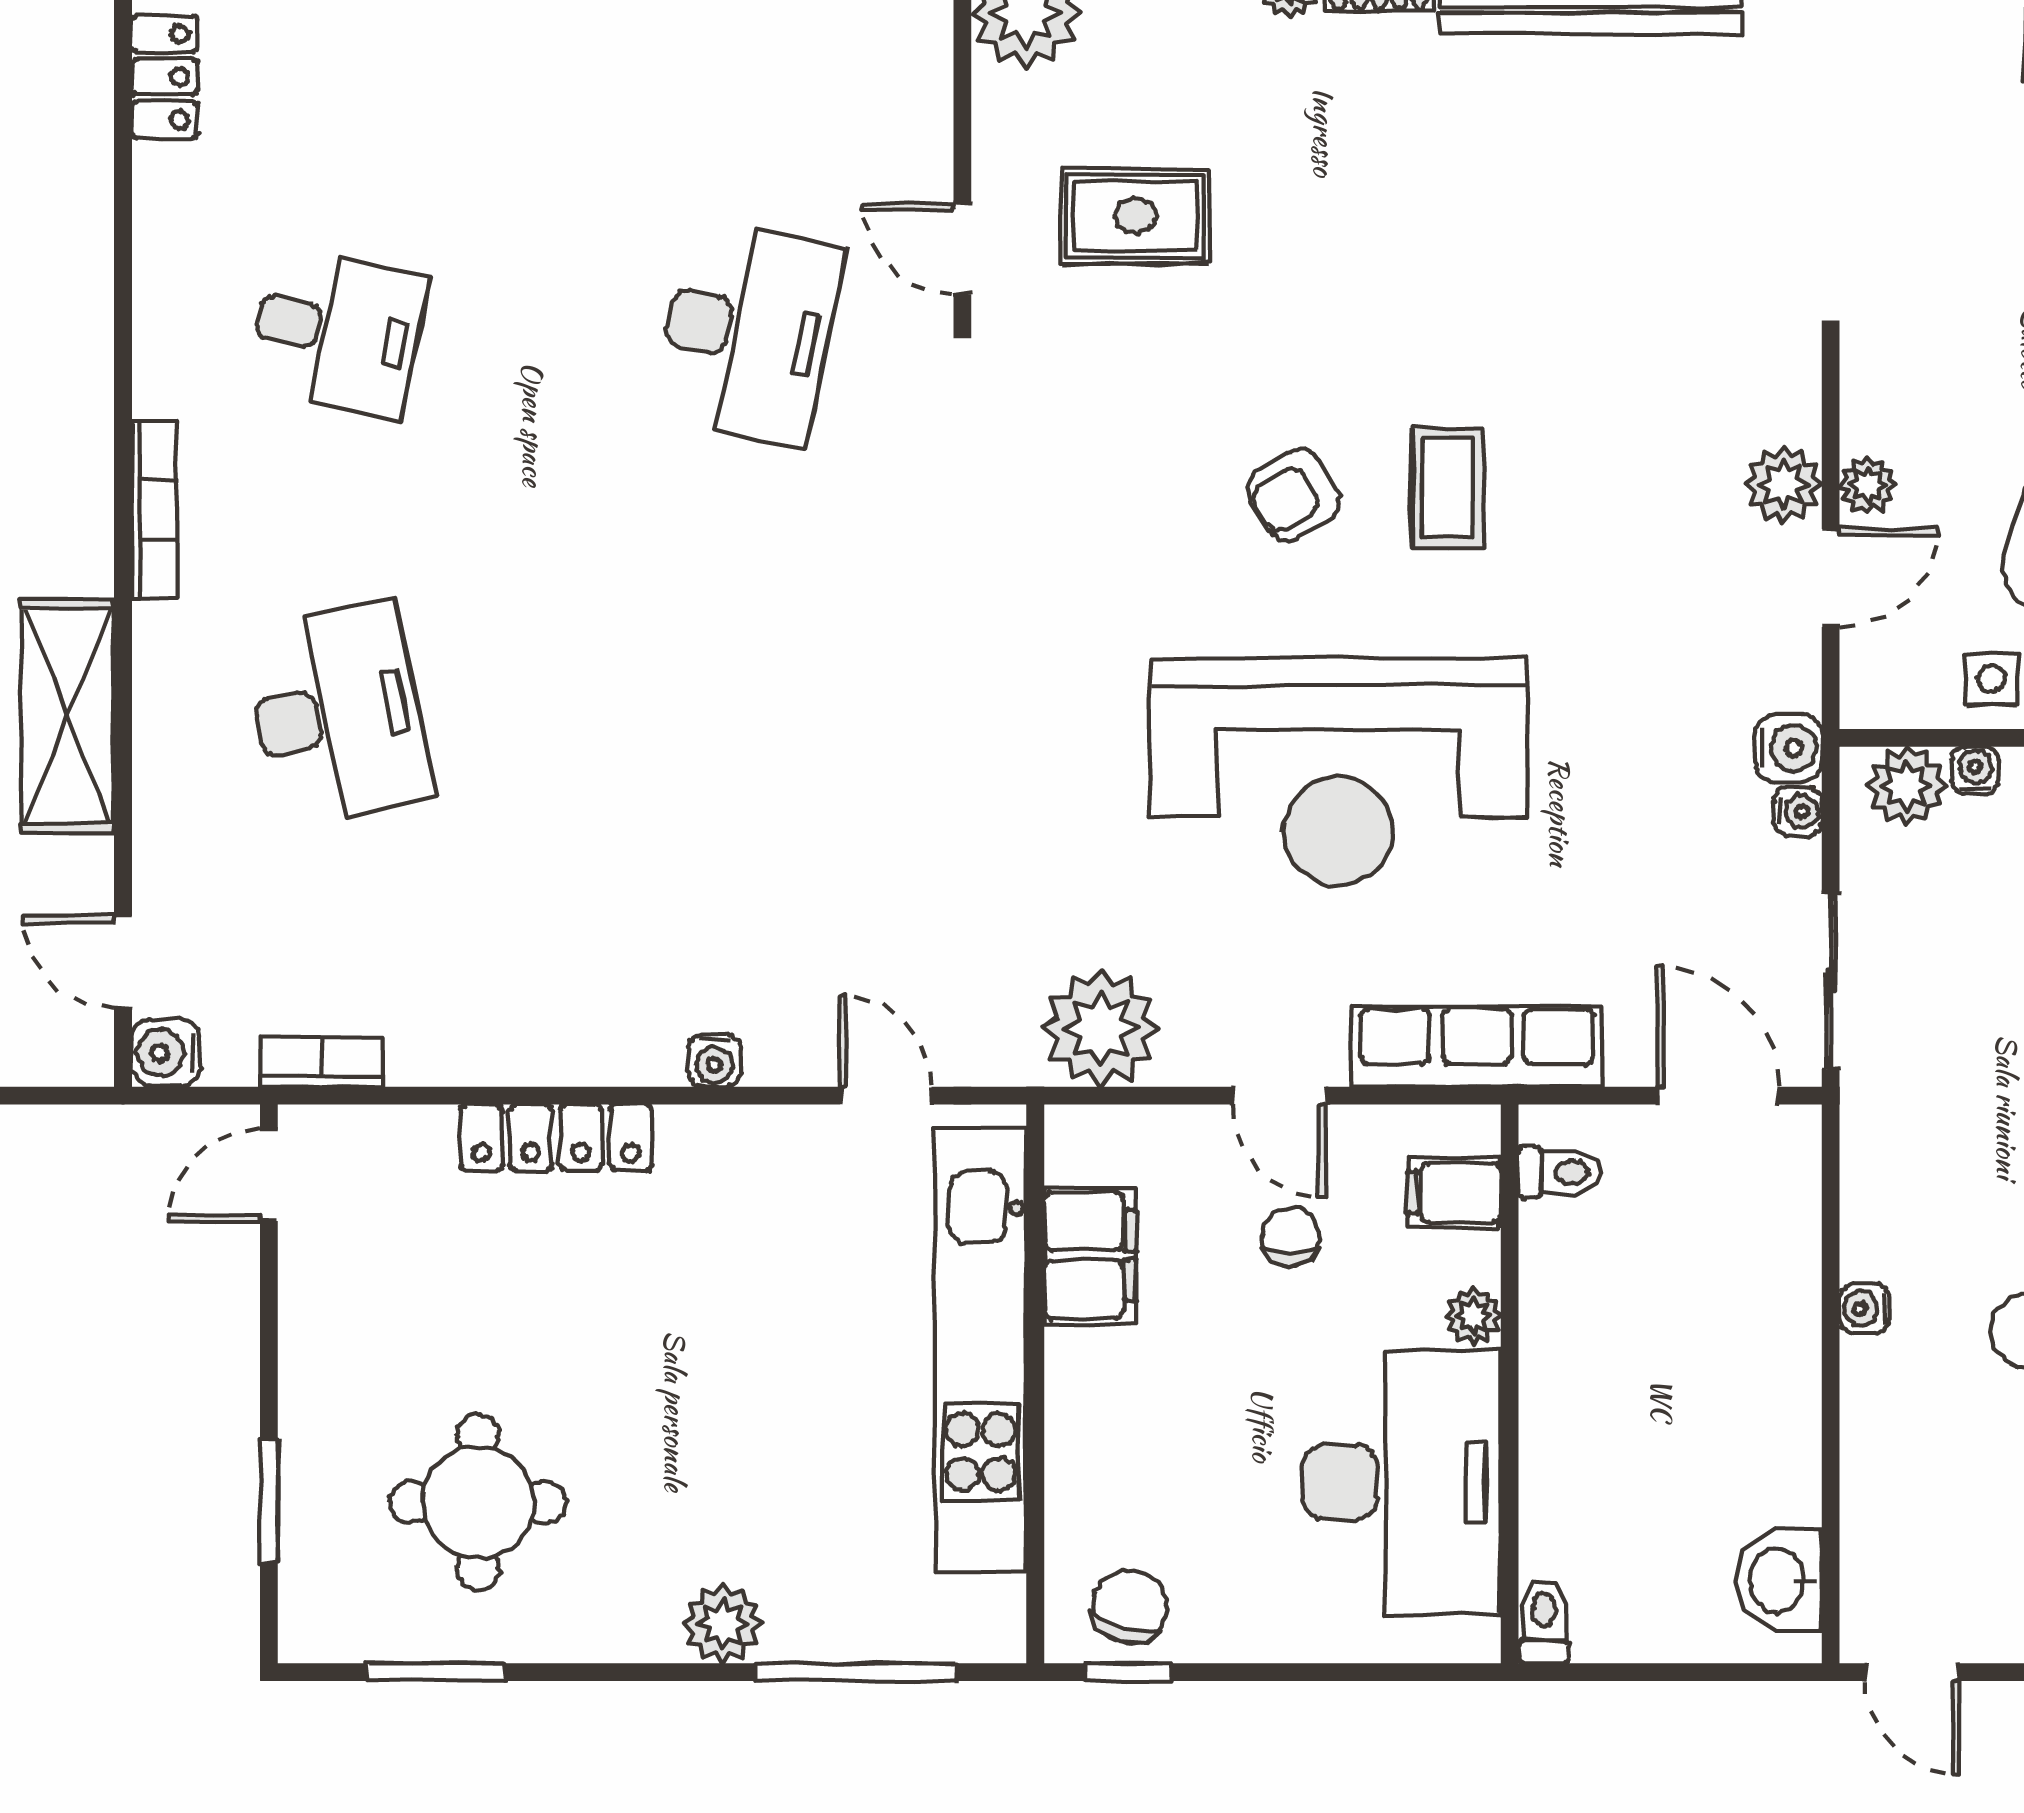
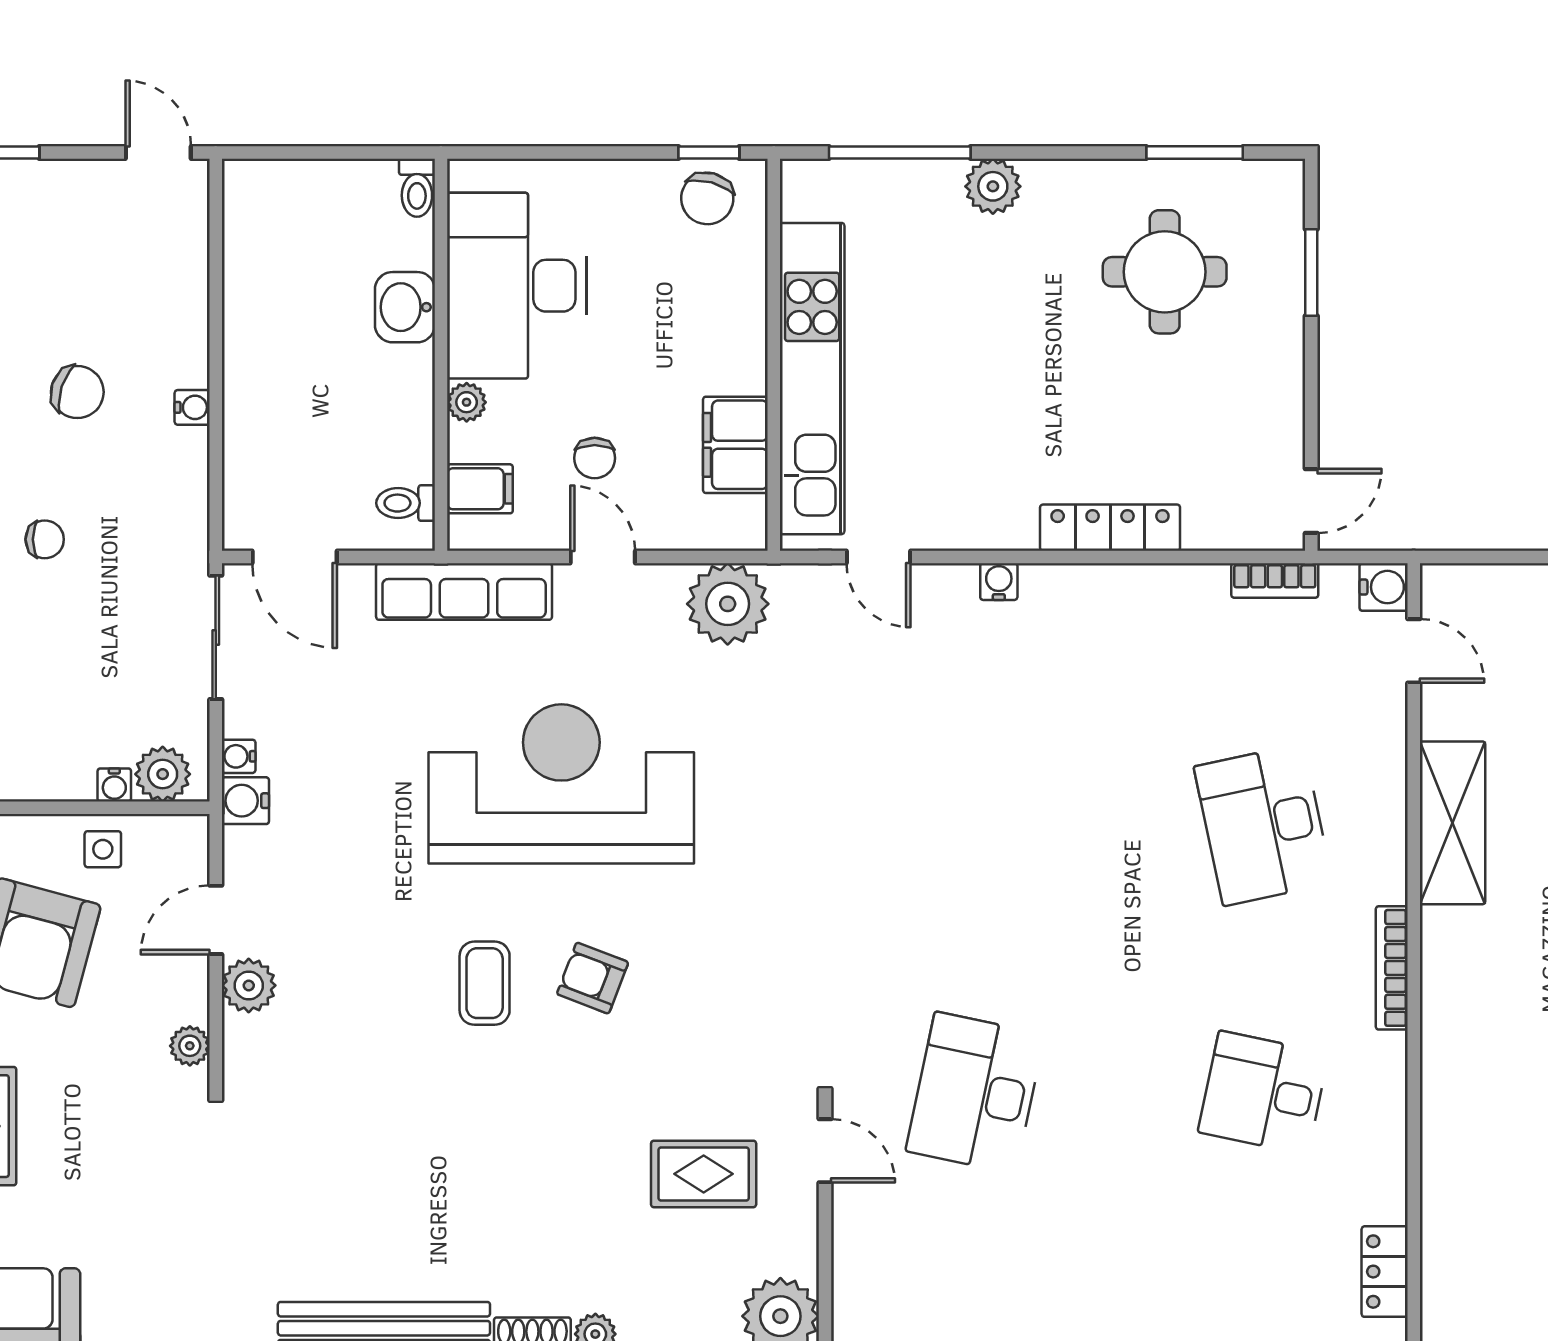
plant: (1868, 485) -> (190, 1046), moved
armchair: (1294, 495) -> (593, 978), turned -128
washbasin: (1779, 1580) -> (405, 307), moved, turned 180

